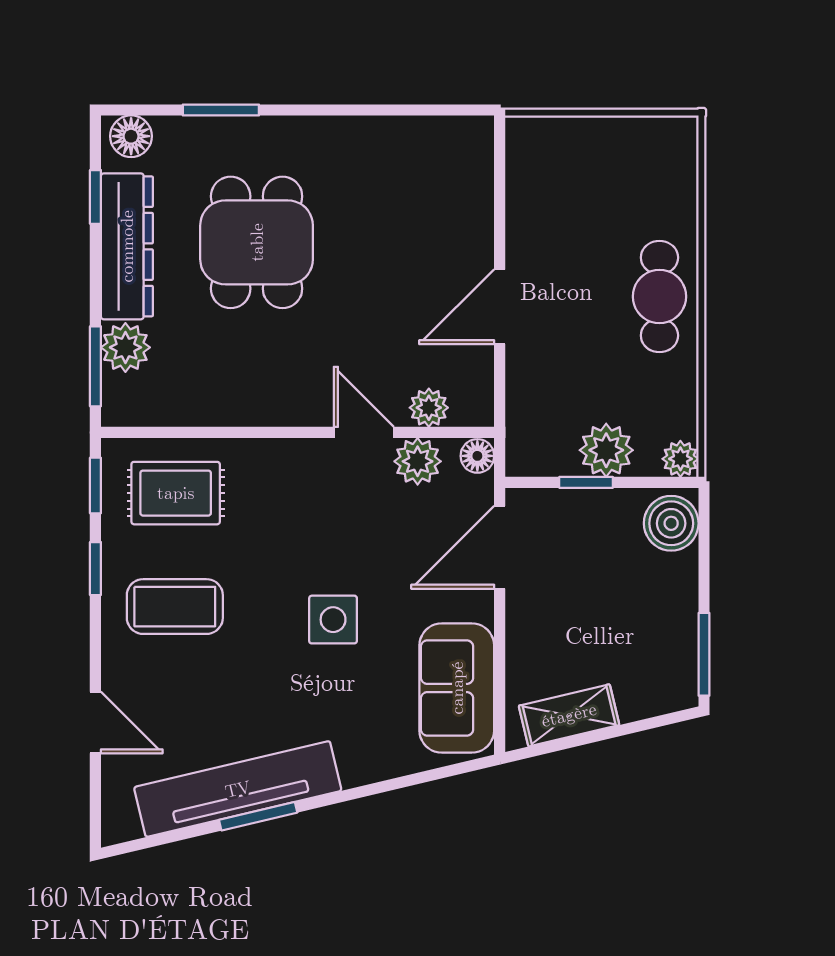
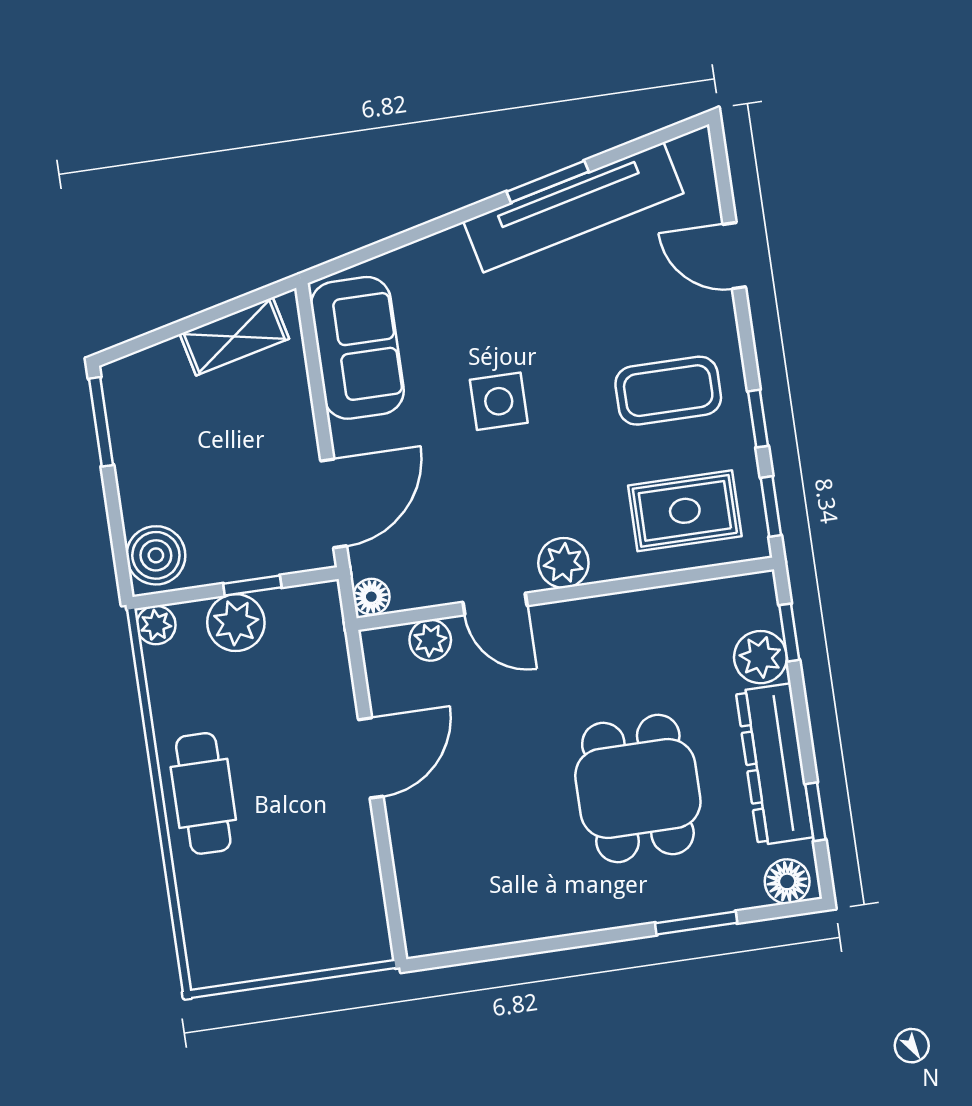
window: (95, 366) -> (789, 633), width x0.67
plant: (418, 461) -> (563, 563), moved

